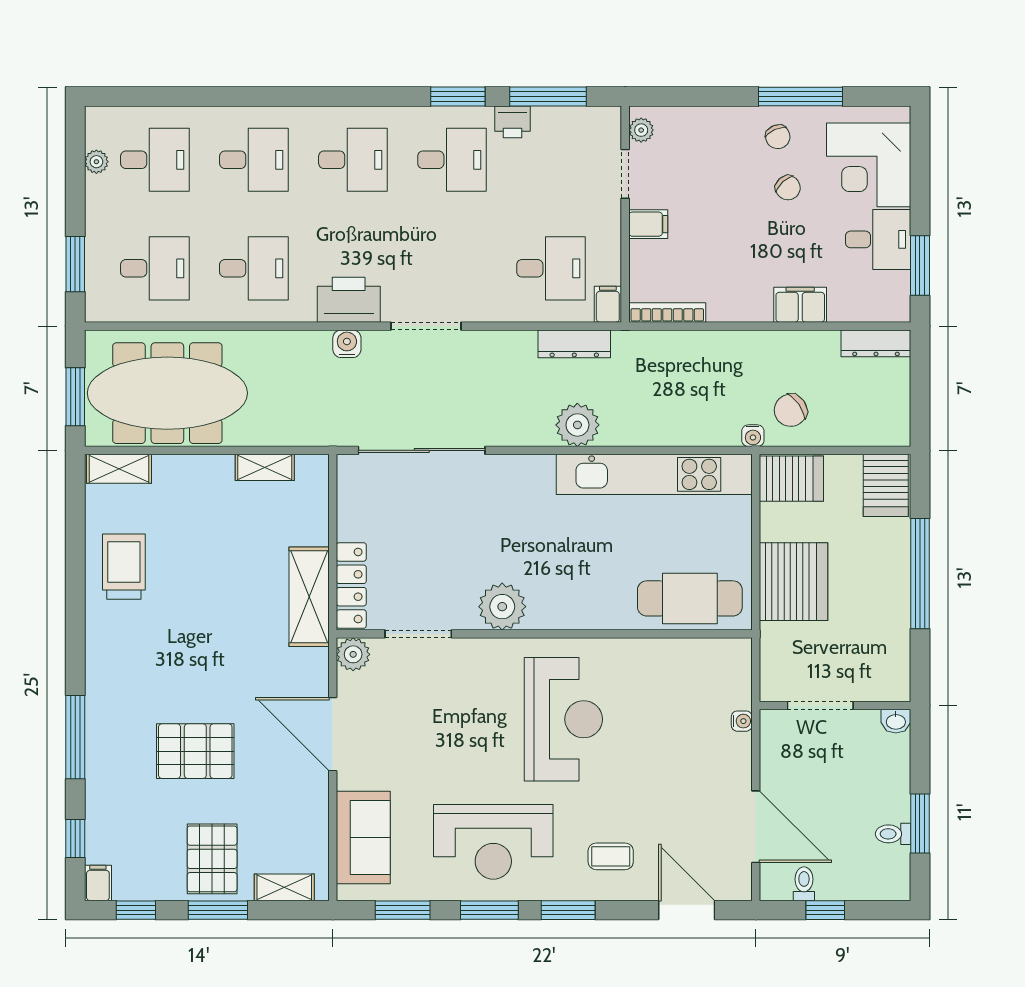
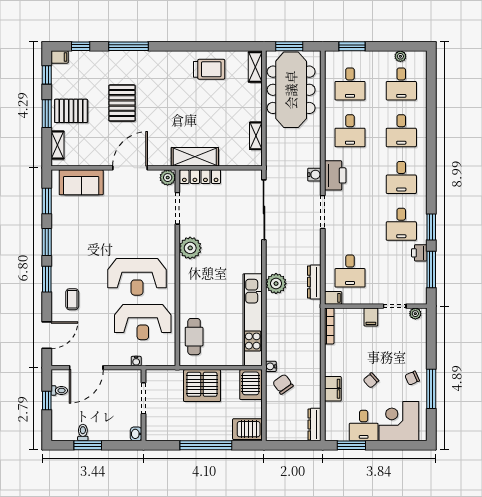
chair: (788, 188) -> (371, 380), moved
cafe table: (690, 598) -> (194, 337), width x0.73, depth x0.74
reception desk: (493, 842) -> (143, 322), moved, turned -90

